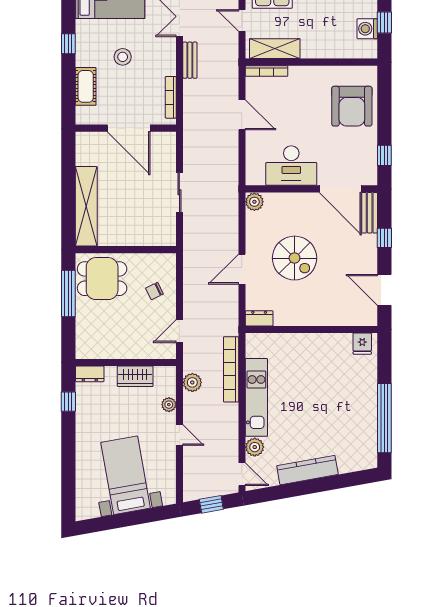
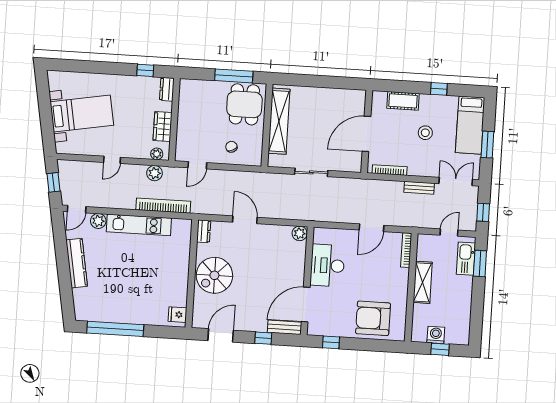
shelving: (275, 49) -> (423, 282), moved
shelving: (86, 206) -> (279, 121), moved, turned 90
spiral stairs: (295, 258) -> (214, 275), moved
door: (179, 331) -> (197, 165), swing flipped
plant: (169, 405) -> (157, 154), moved

